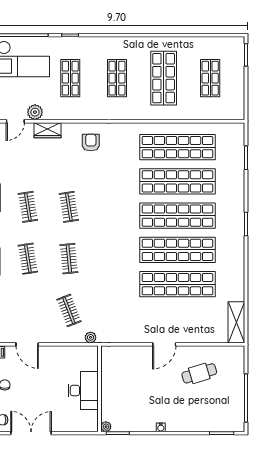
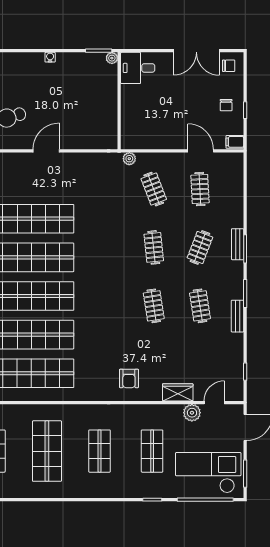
clothes rail: (28, 259) -> (200, 247), turned 30
clothes rail: (28, 310) -> (200, 189), added
desk: (83, 391) -> (138, 68), moved, width x0.73

